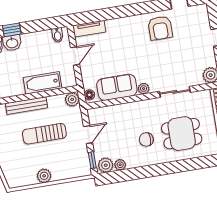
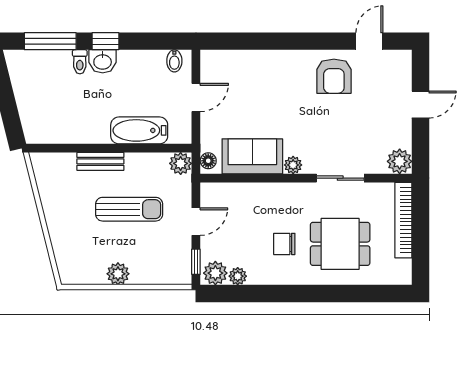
tv unit: (89, 29) -> (225, 59), removed
bench: (27, 106) -> (100, 161), width x0.73
sun lounger: (44, 134) -> (129, 209), turned 180

